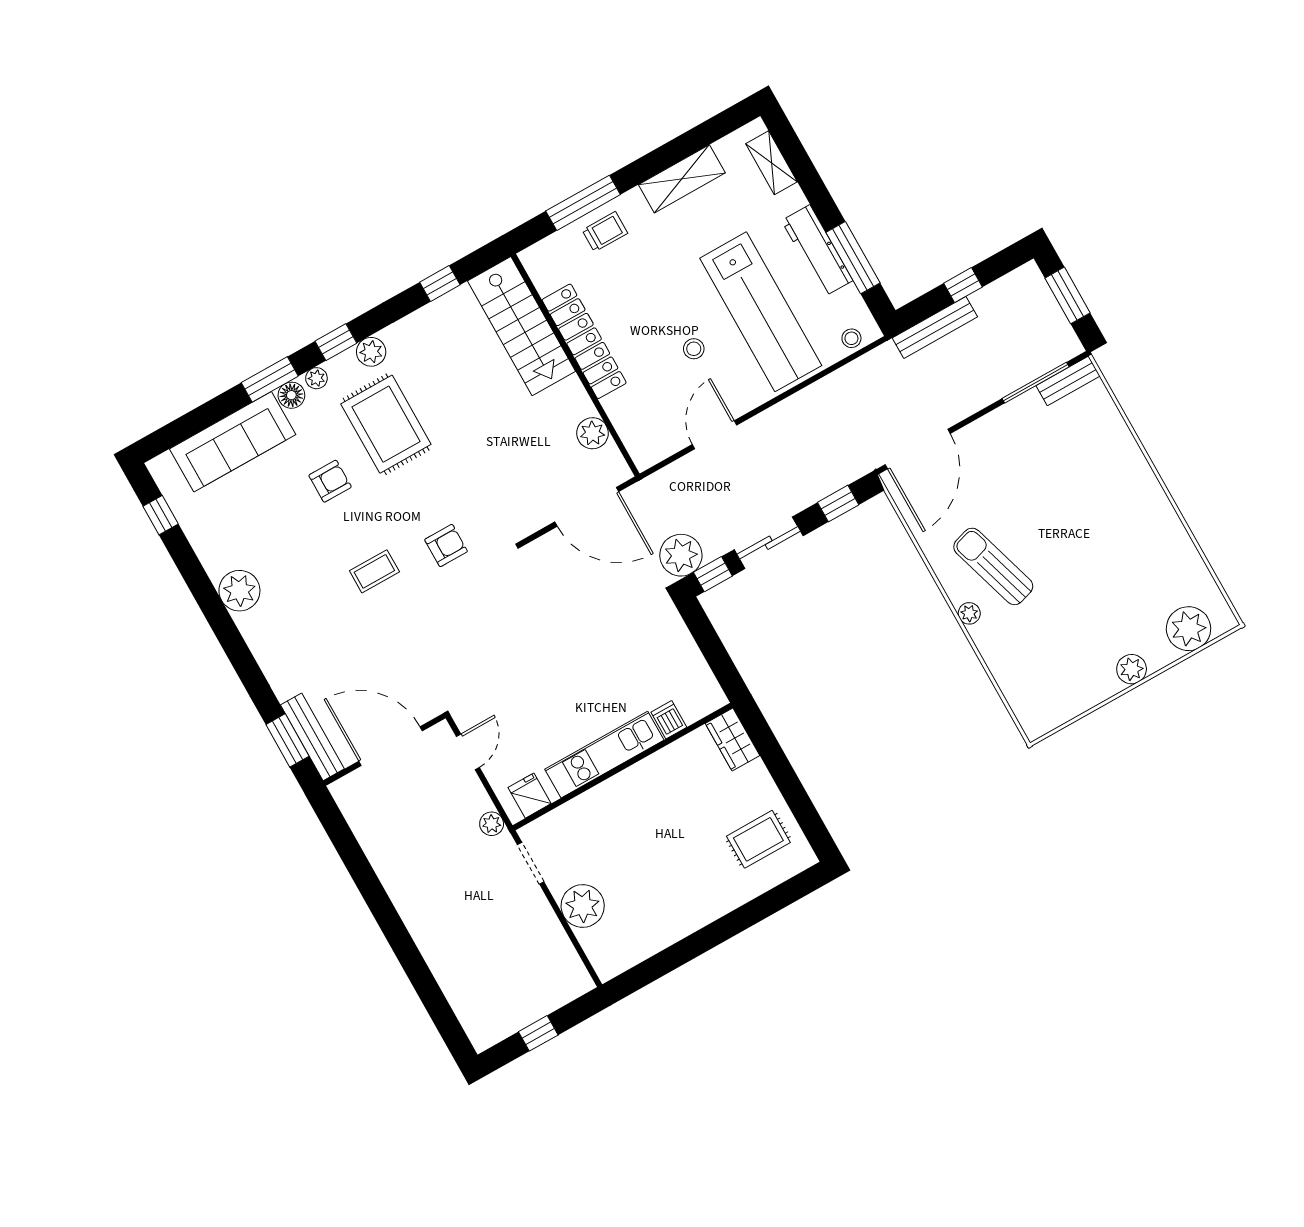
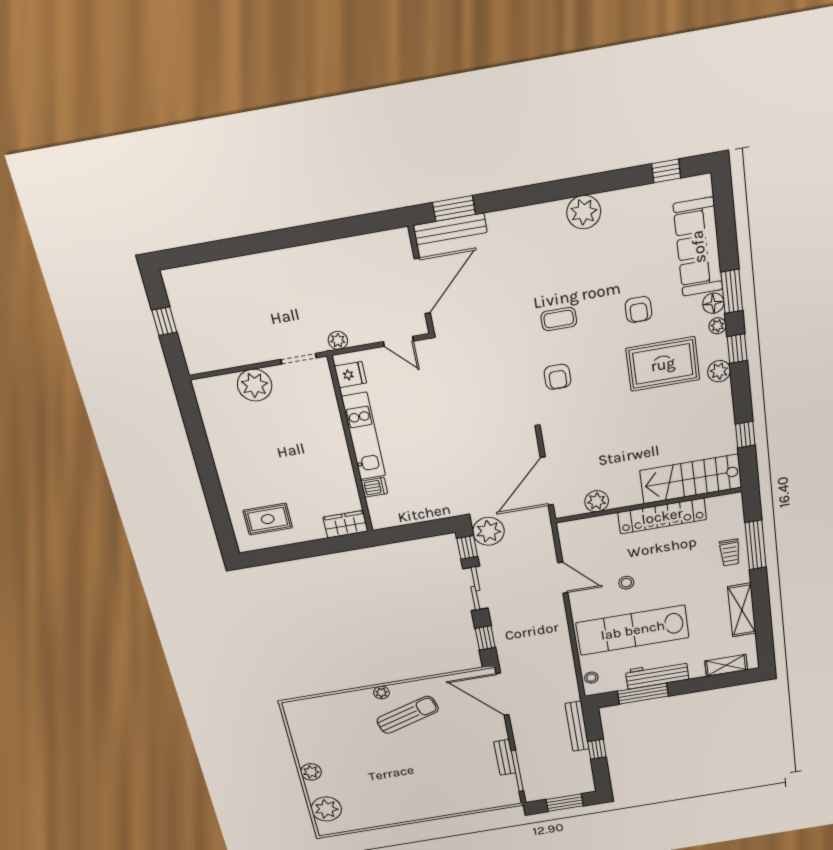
bench: (1068, 381) -> (505, 757), moved
coffee table: (374, 571) -> (559, 319), turned 90
rug: (758, 839) -> (268, 519), turned 90

